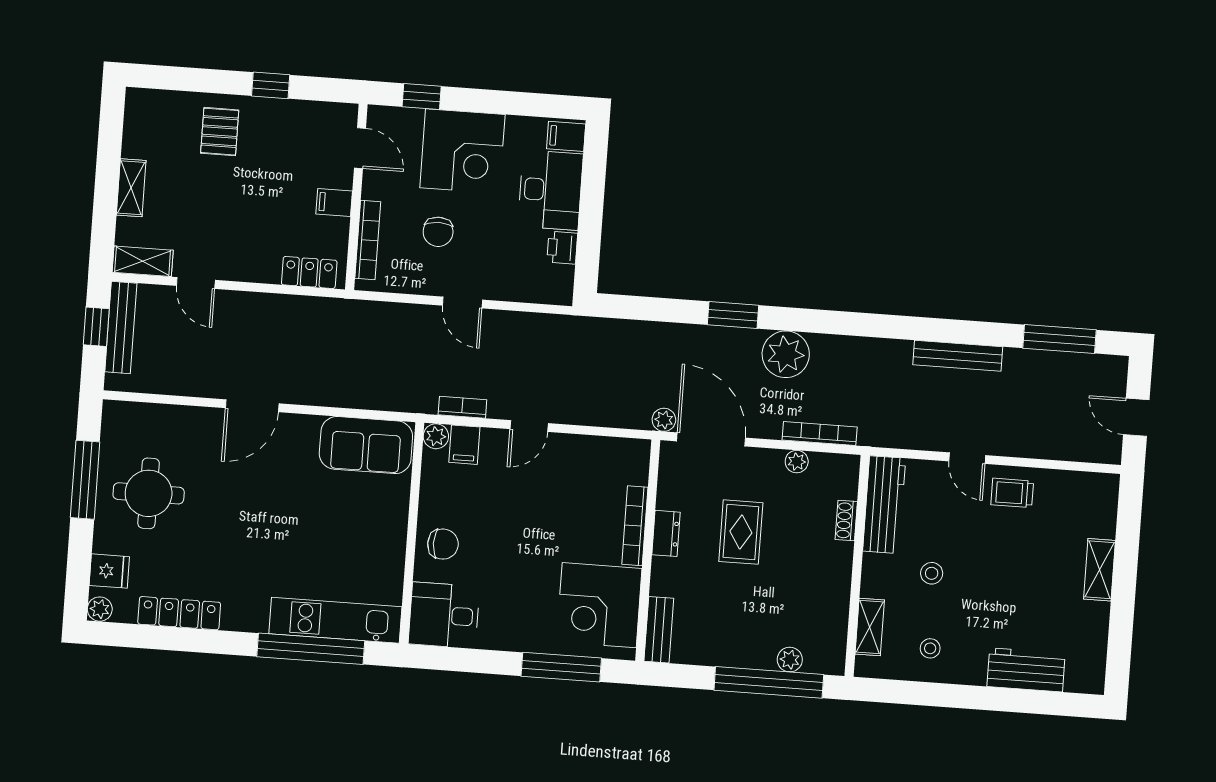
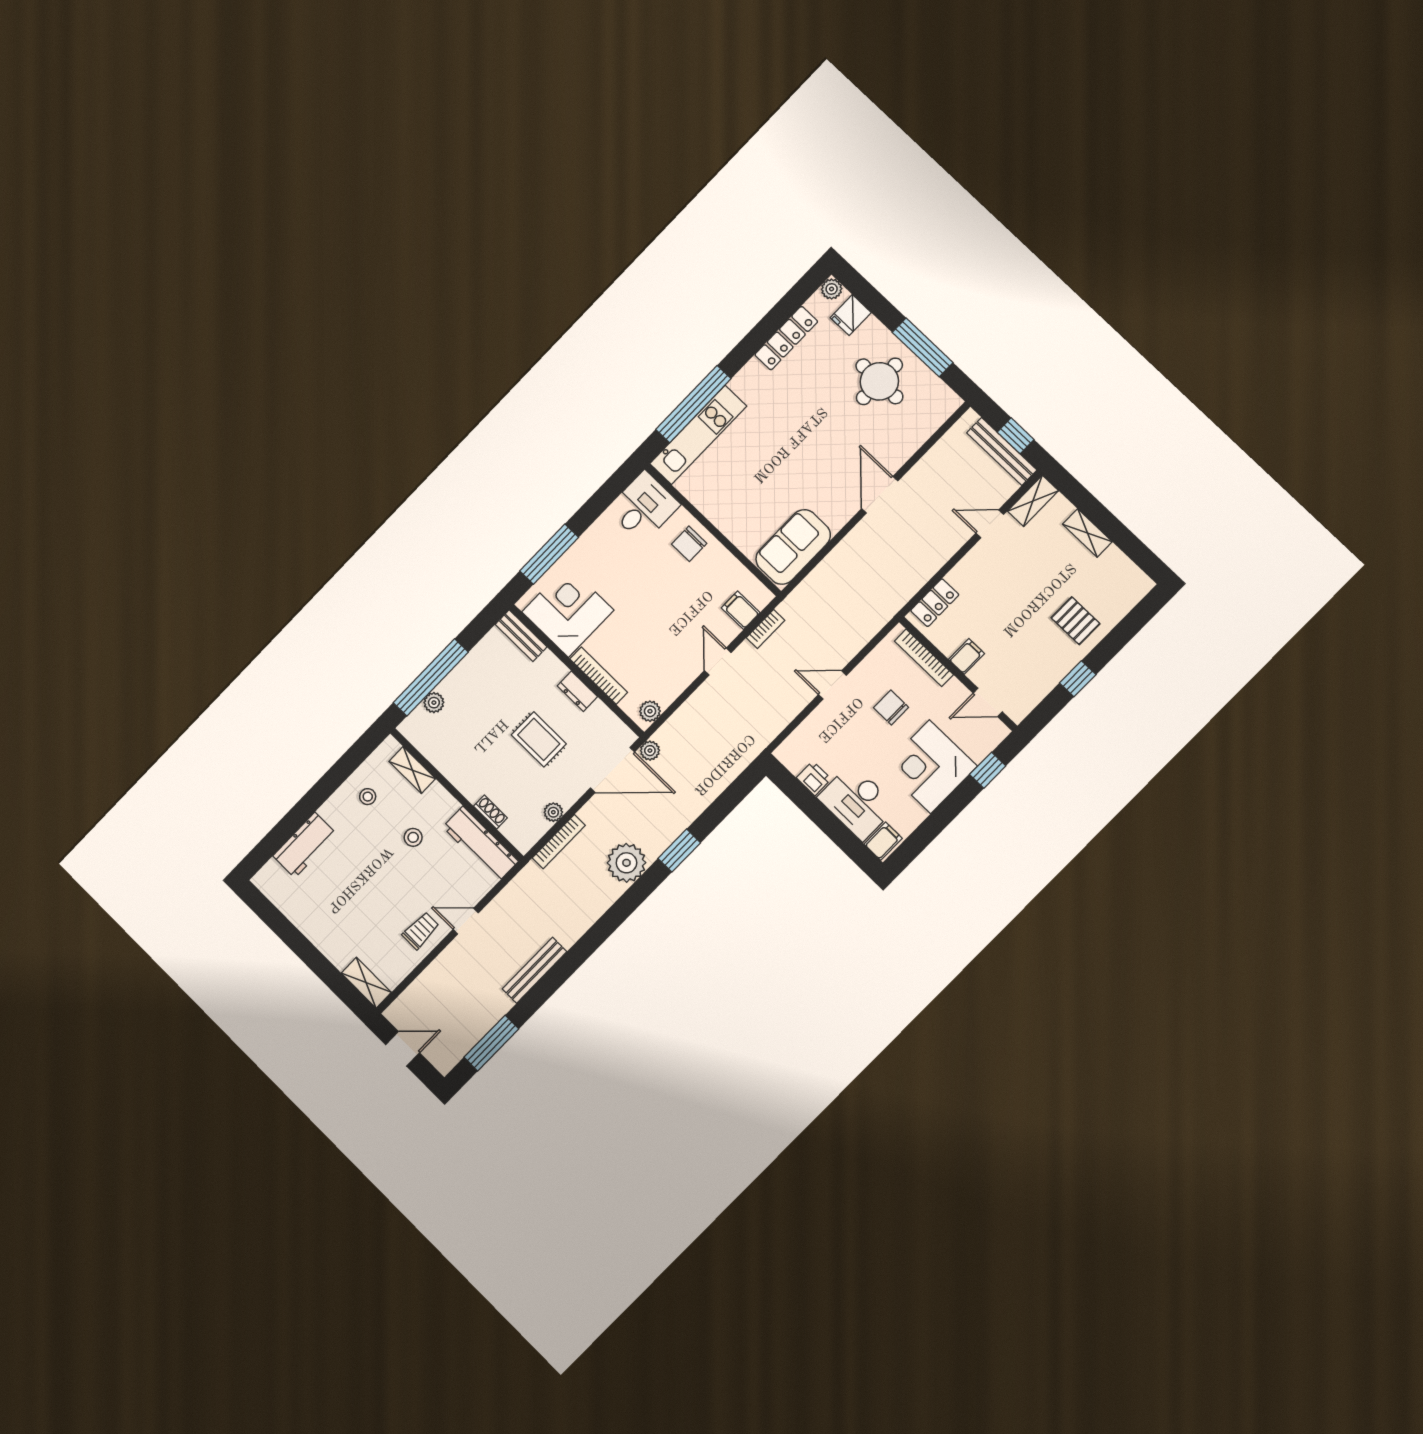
plant: (436, 436) -> (650, 711), moved
shelving: (1100, 570) -> (366, 983), moved

